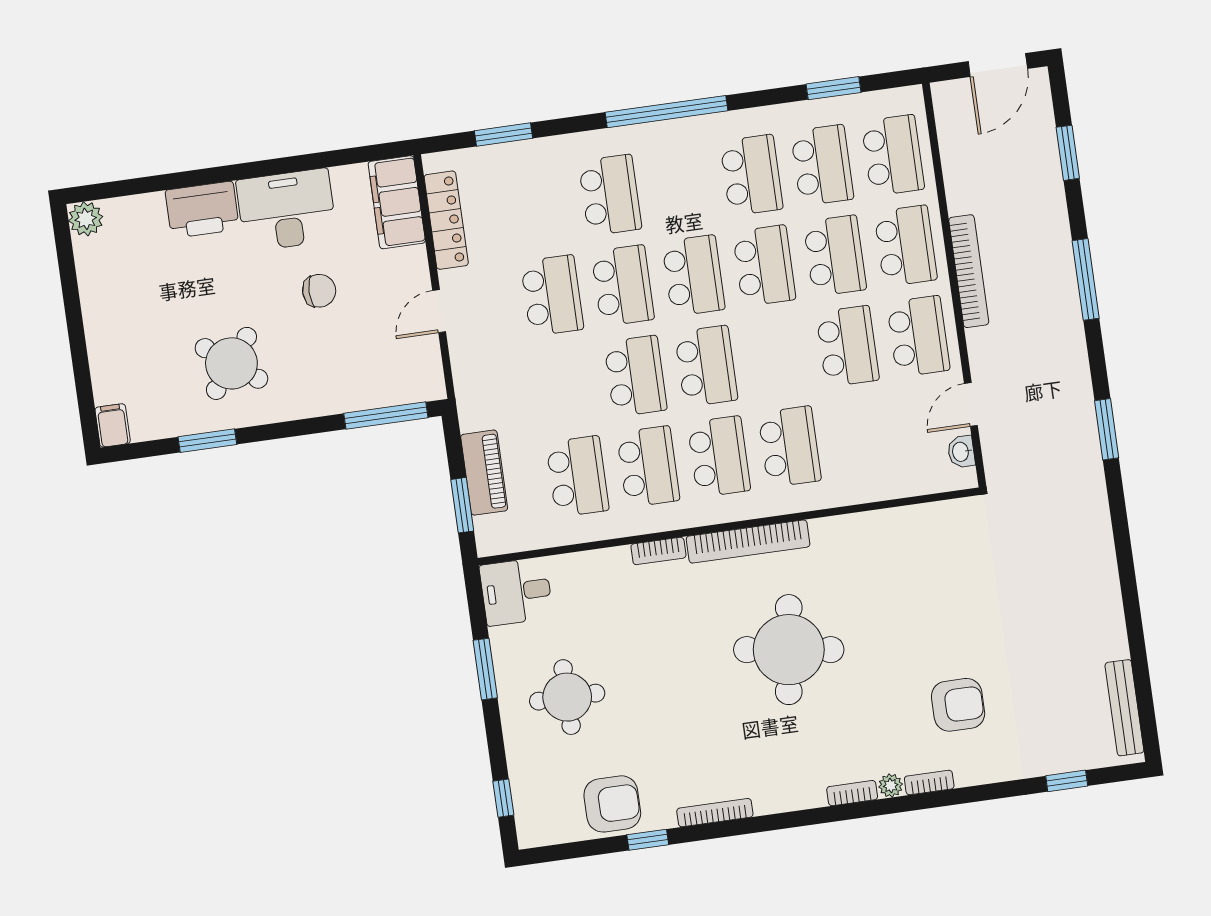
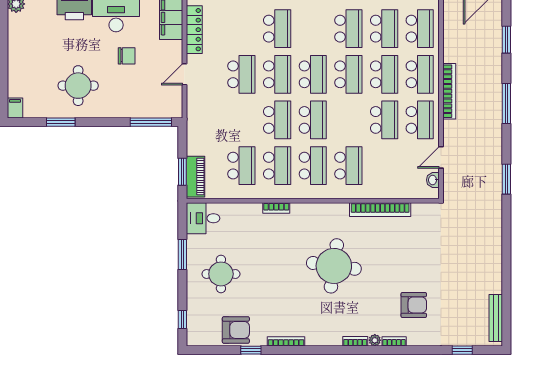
round table: (231, 363) -> (78, 86), turned -38
piano: (484, 473) -> (195, 177), moved
bookcase: (748, 542) -> (380, 210), moved

